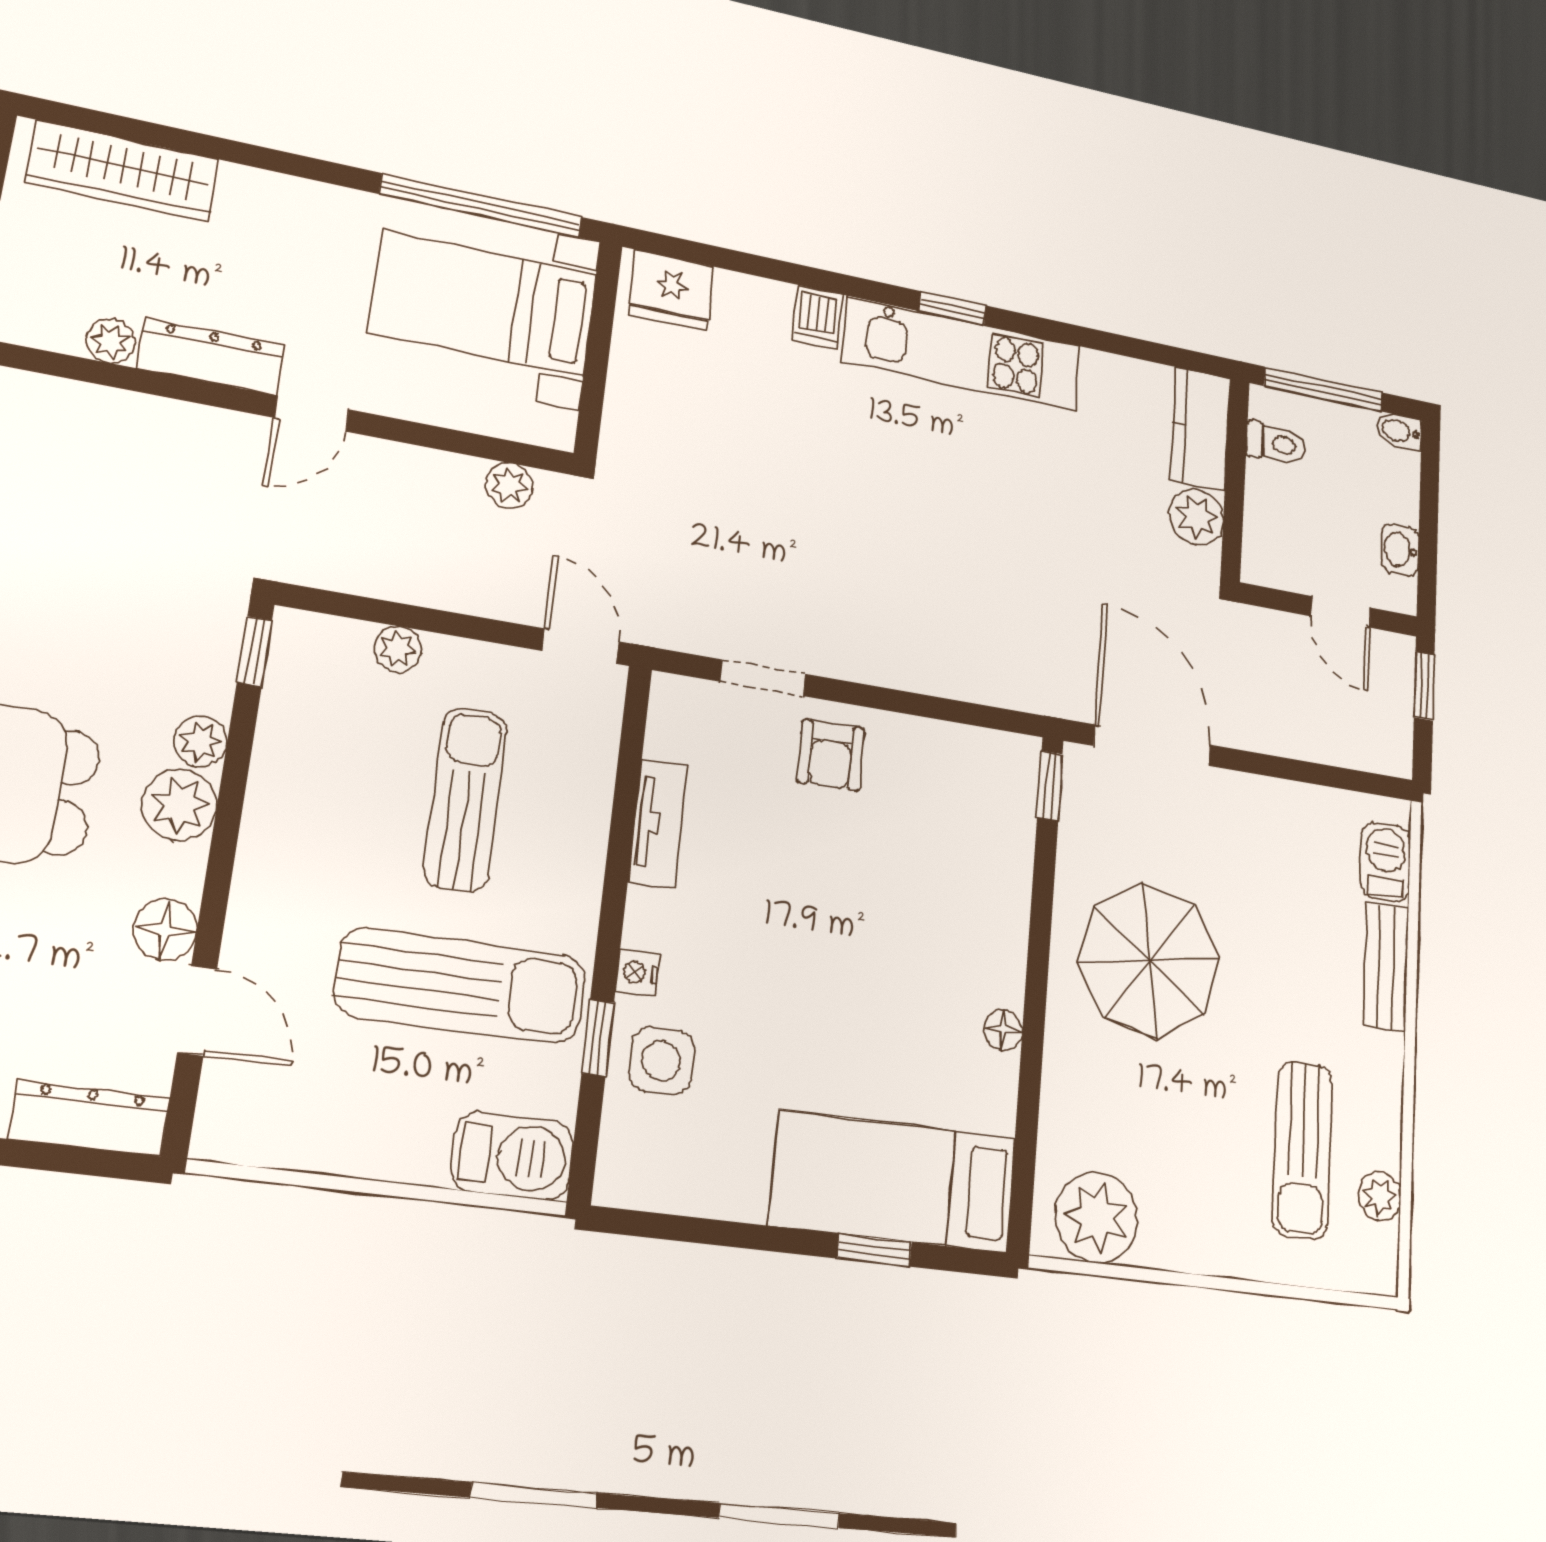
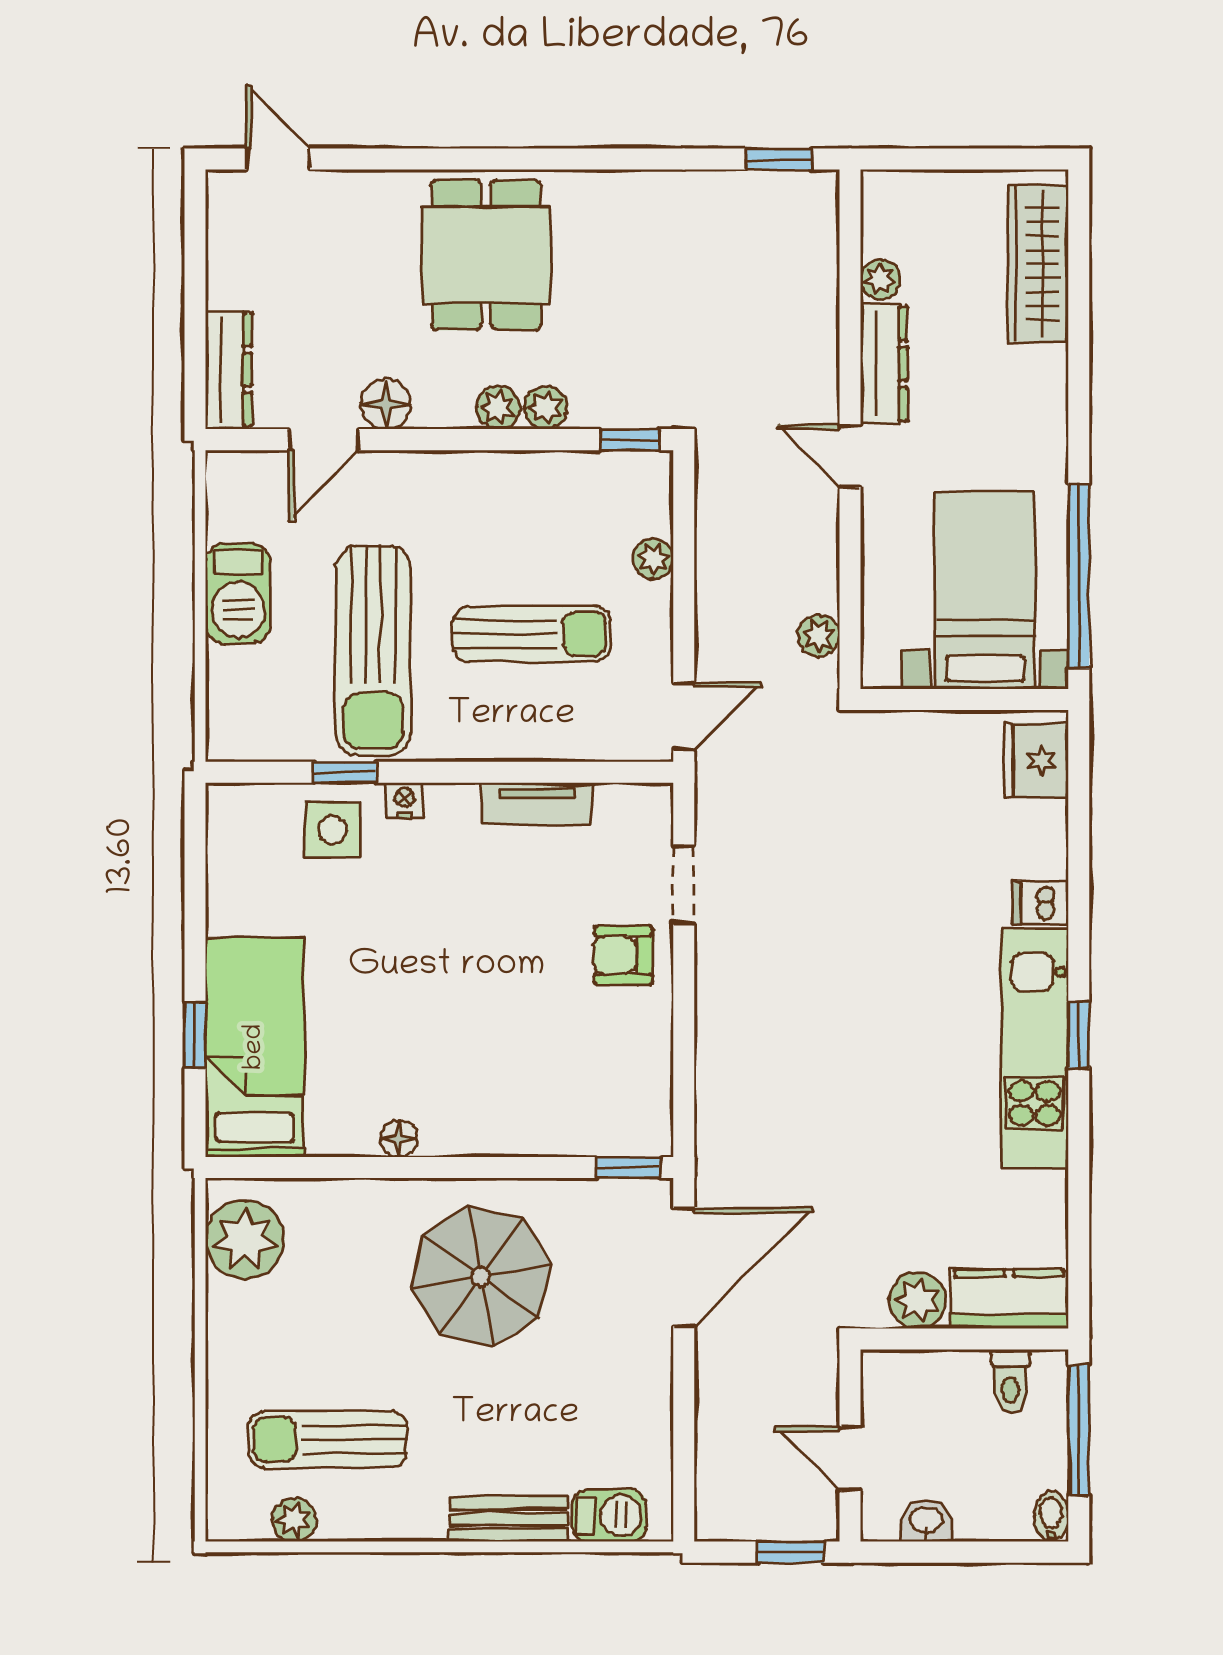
door: (1341, 612) -> (850, 1459), hinge flipped
plant: (180, 805) -> (498, 407), width x0.73, depth x0.73
barbecue: (512, 1156) -> (238, 594), moved

